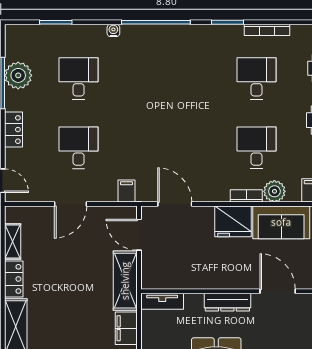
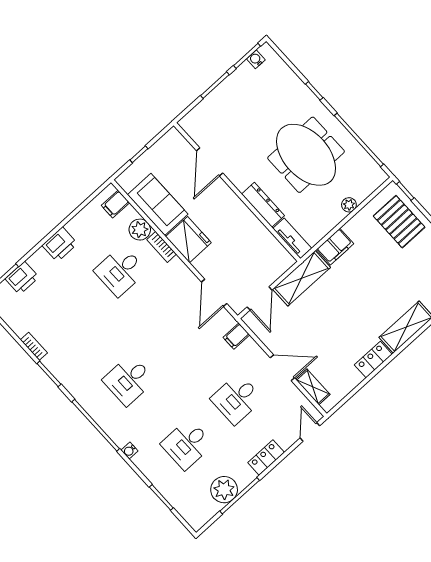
bookcase: (267, 30) -> (34, 346), width x0.64
desk: (256, 79) -> (129, 380), moved
shelving: (13, 241) -> (313, 387), moved, turned 90
dresser: (227, 302) -> (263, 205), moved

